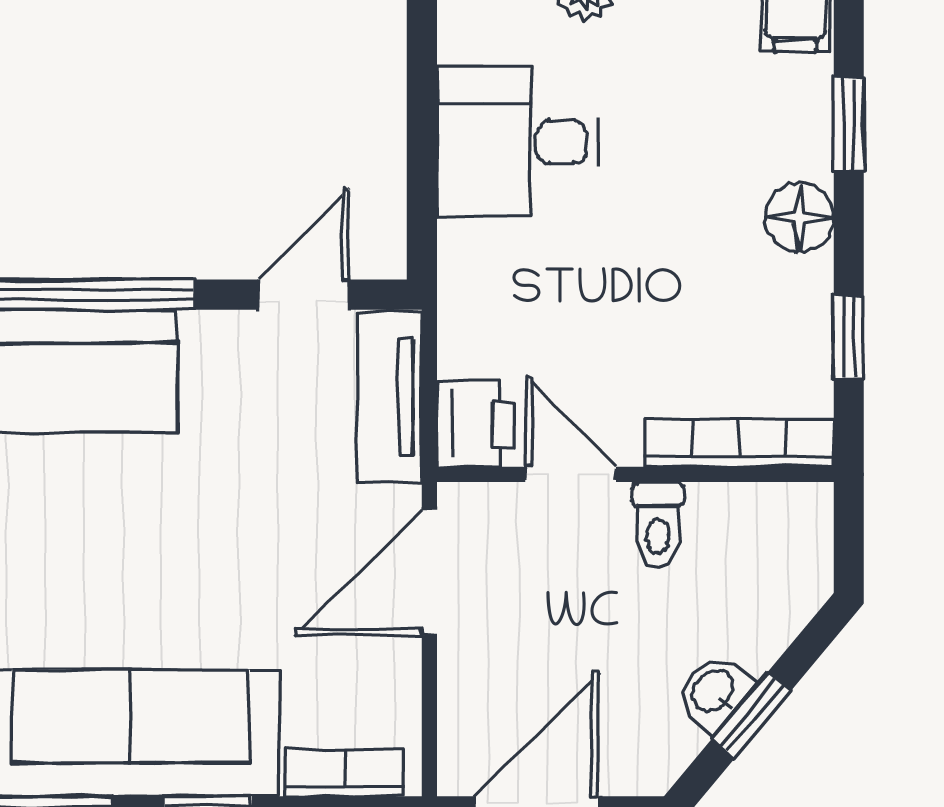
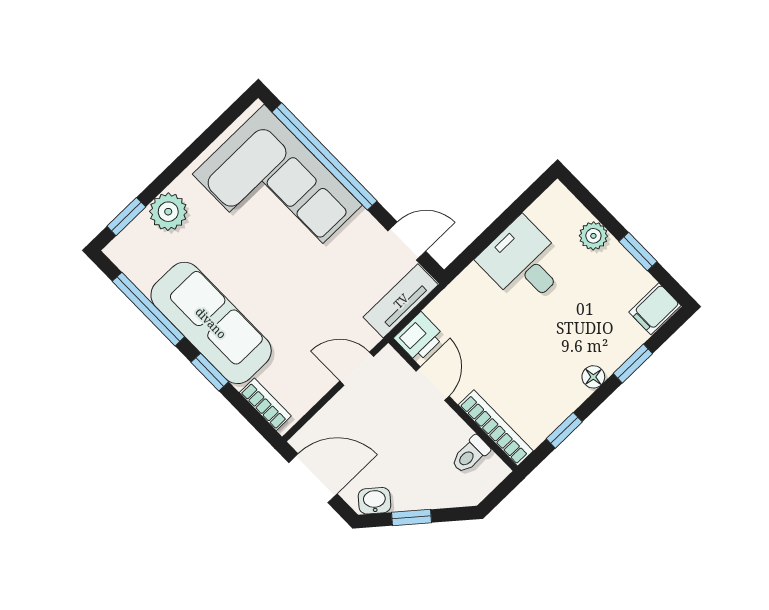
floor lamp: (799, 217) -> (593, 377), width x0.73, depth x0.73
toilet: (658, 524) -> (470, 455), moved
door: (429, 572) -> (357, 369), width x0.73
washbasin: (714, 692) -> (375, 501), moved

